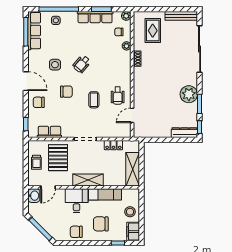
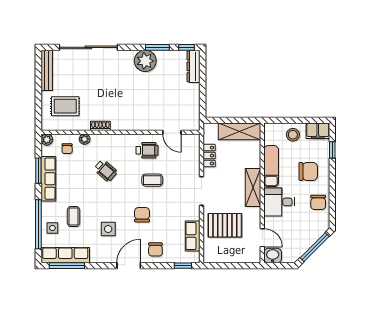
coffee table: (65, 37) -> (74, 217), added
wheelchair: (82, 64) -> (105, 170), moved
trolley: (36, 162) -> (231, 252), removed
chair: (101, 224) -> (308, 171), turned -90

